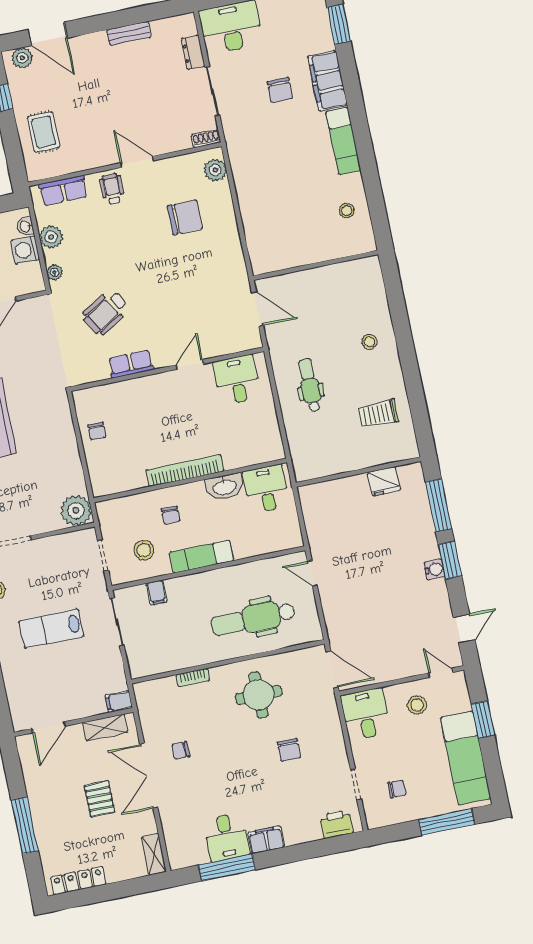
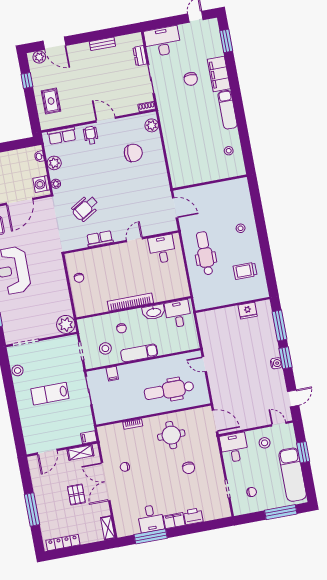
washing machine: (25, 250) -> (41, 184), moved
dental chair: (310, 385) -> (205, 253), width x1.36, depth x1.38
printer: (337, 824) -> (193, 516), moved

